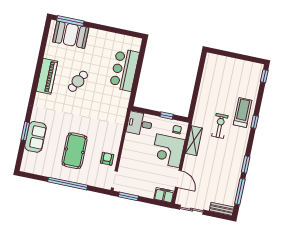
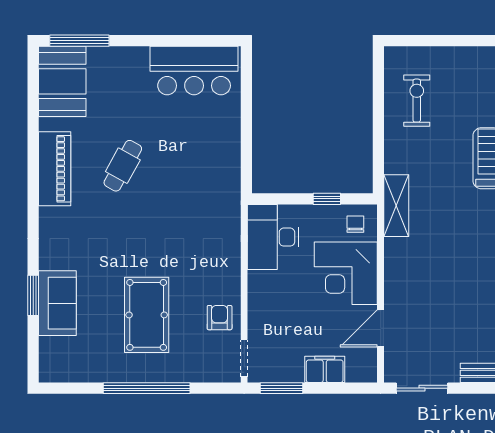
booth: (71, 35) -> (62, 81), moved, turned 90
bar counter: (124, 70) -> (194, 70), moved, turned -90
desk: (140, 124) -> (273, 237), width x1.37
exercise bike: (220, 126) -> (417, 101), moved
shelving: (194, 141) -> (396, 206), moved
door: (178, 179) -> (381, 328), swing flipped
filing cabinet: (164, 195) -> (325, 369), moved

